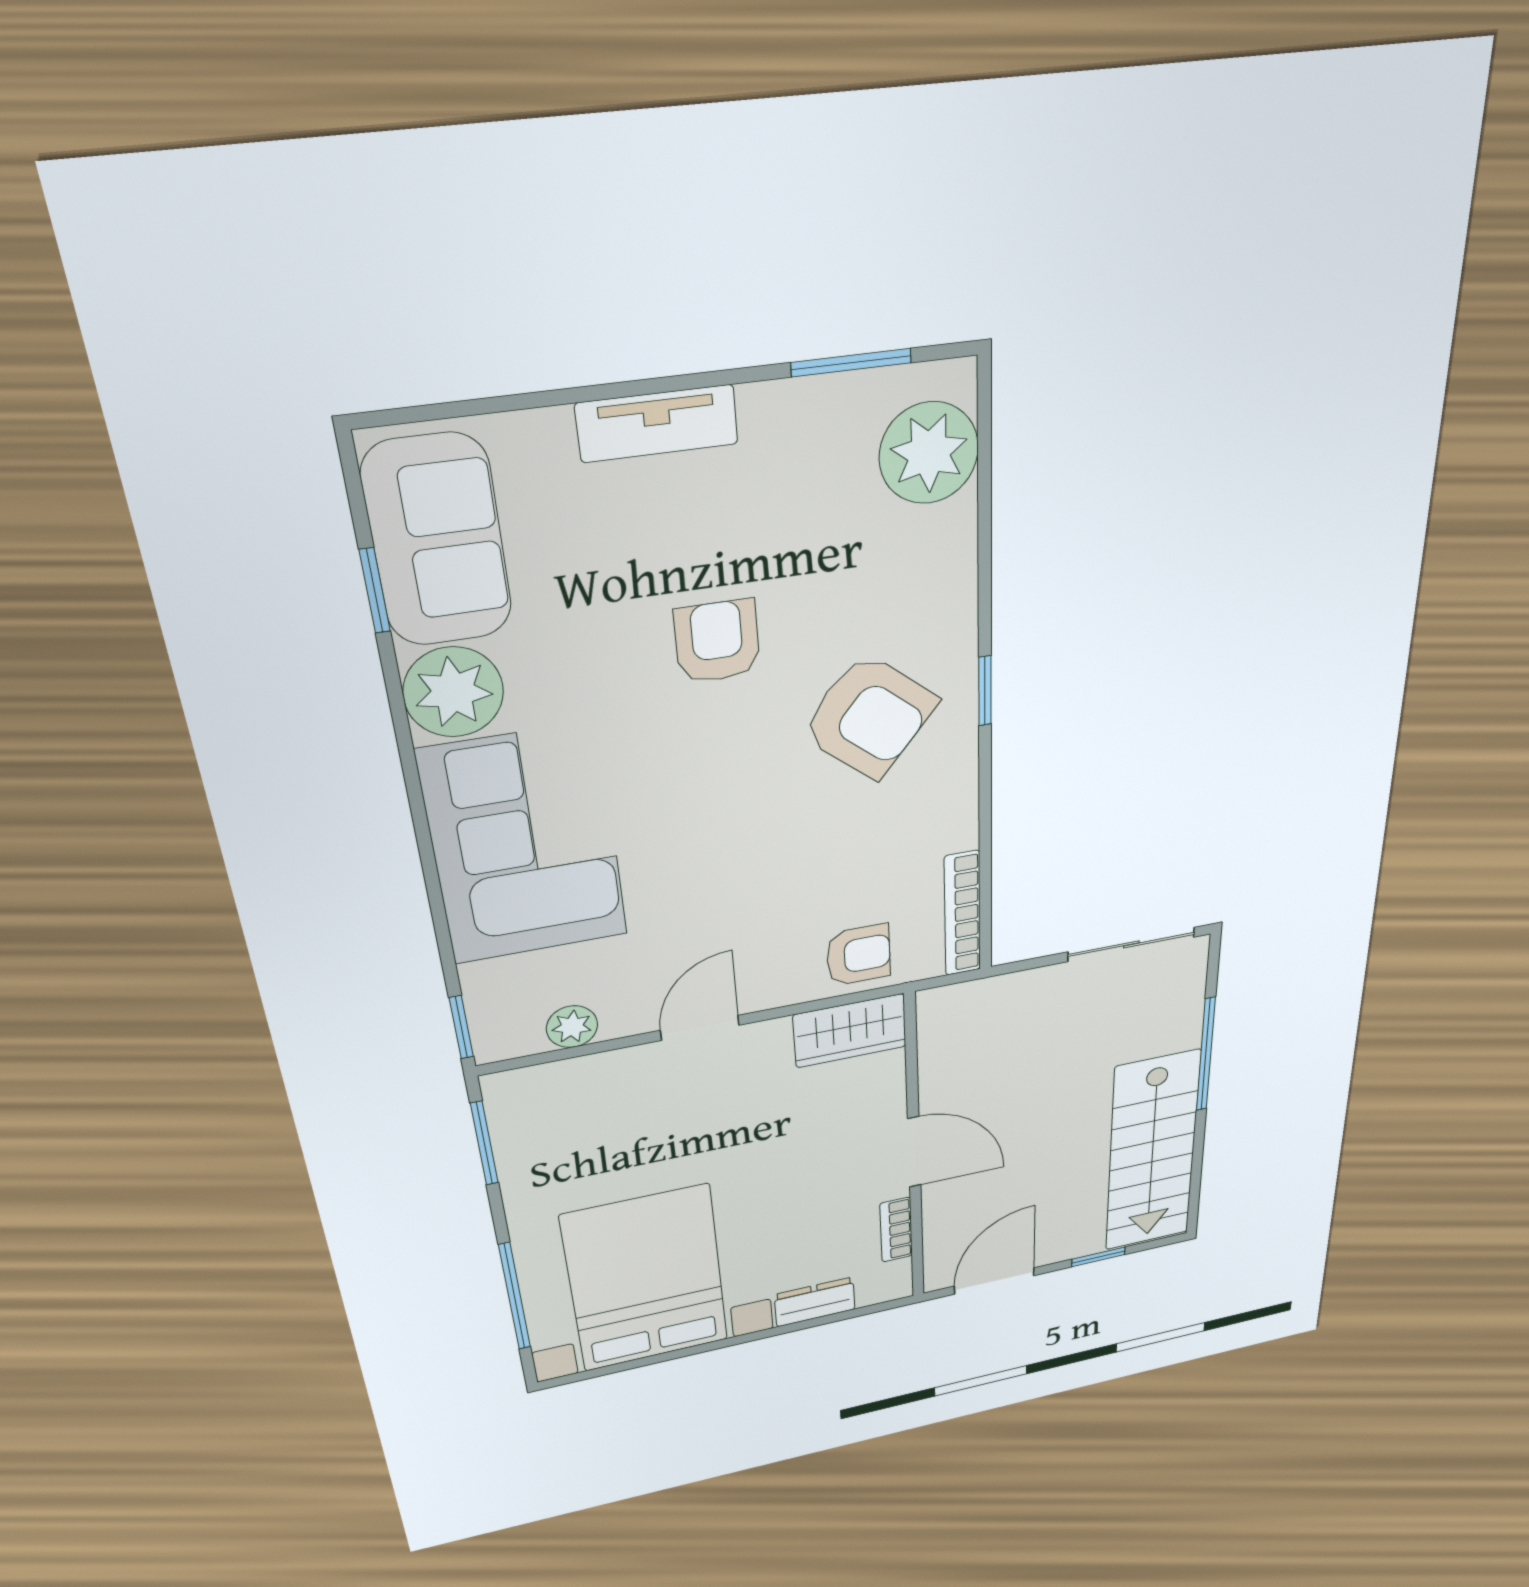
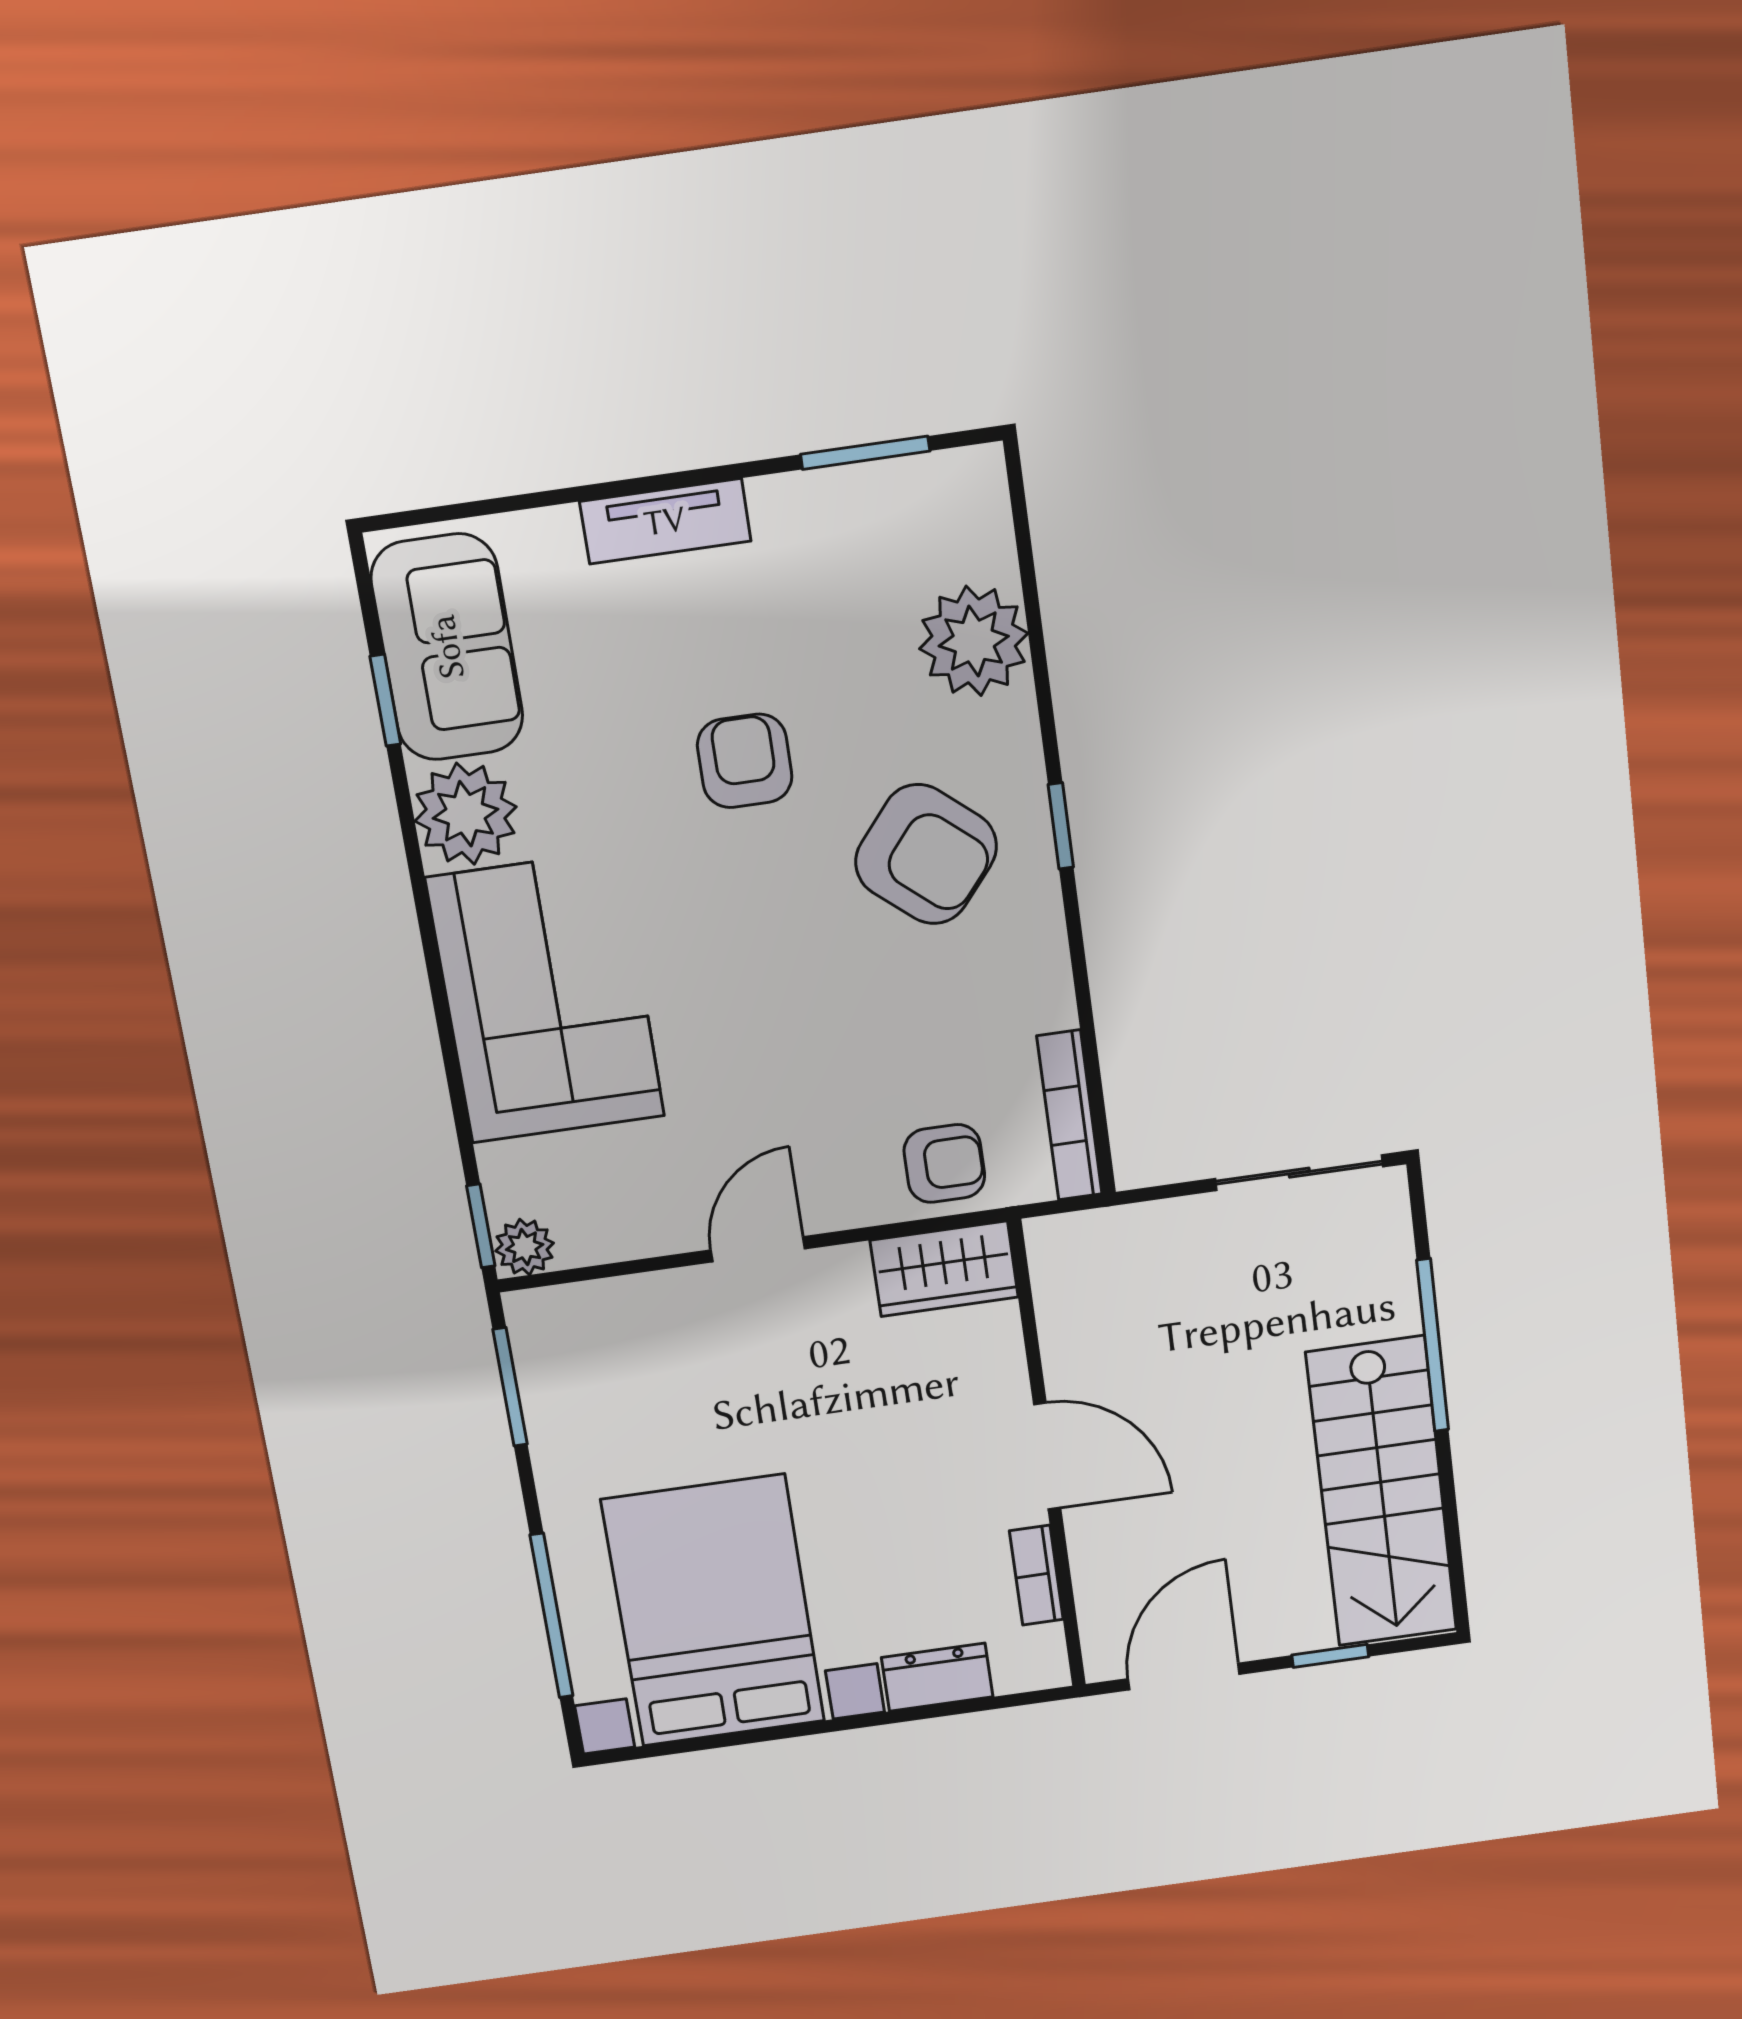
plant: (929, 453) -> (974, 641), moved
plant: (572, 1027) -> (525, 1247), moved

